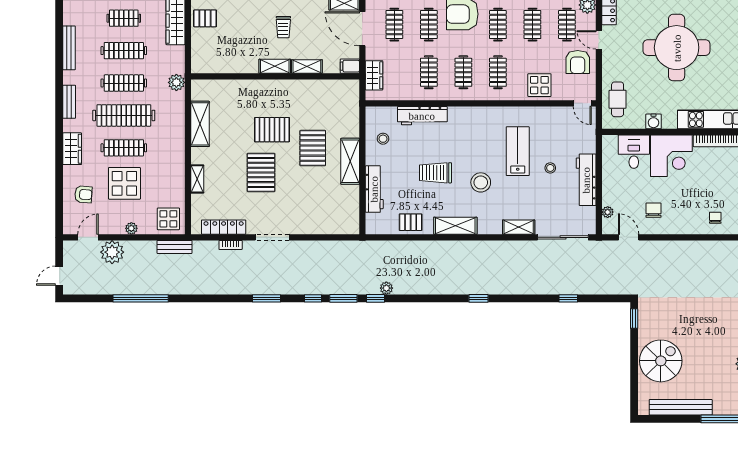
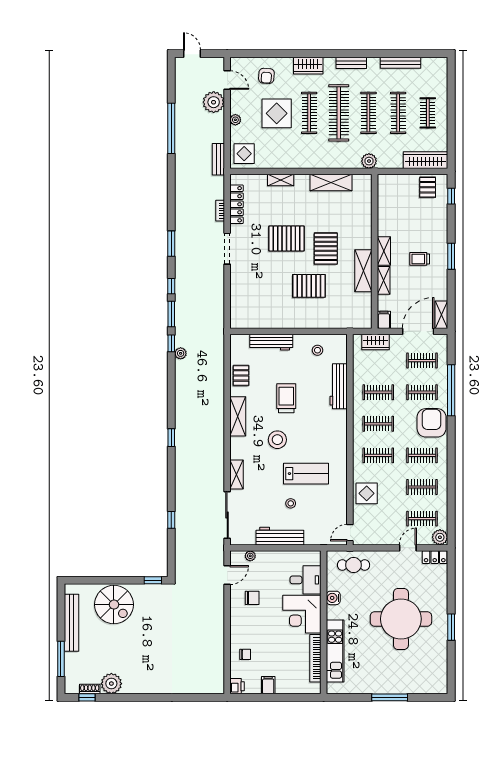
armchair: (578, 62) -> (388, 528), removed
shelving: (350, 161) -> (363, 271), moved, turned 90

